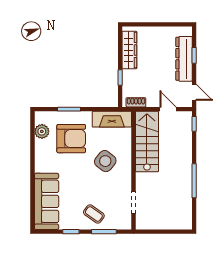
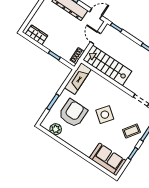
wardrobe: (129, 50) -> (37, 35), width x0.67
door: (168, 109) -> (95, 38), hinge flipped
side table: (105, 161) -> (105, 115), moved
sofa: (47, 201) -> (108, 159), width x0.73

